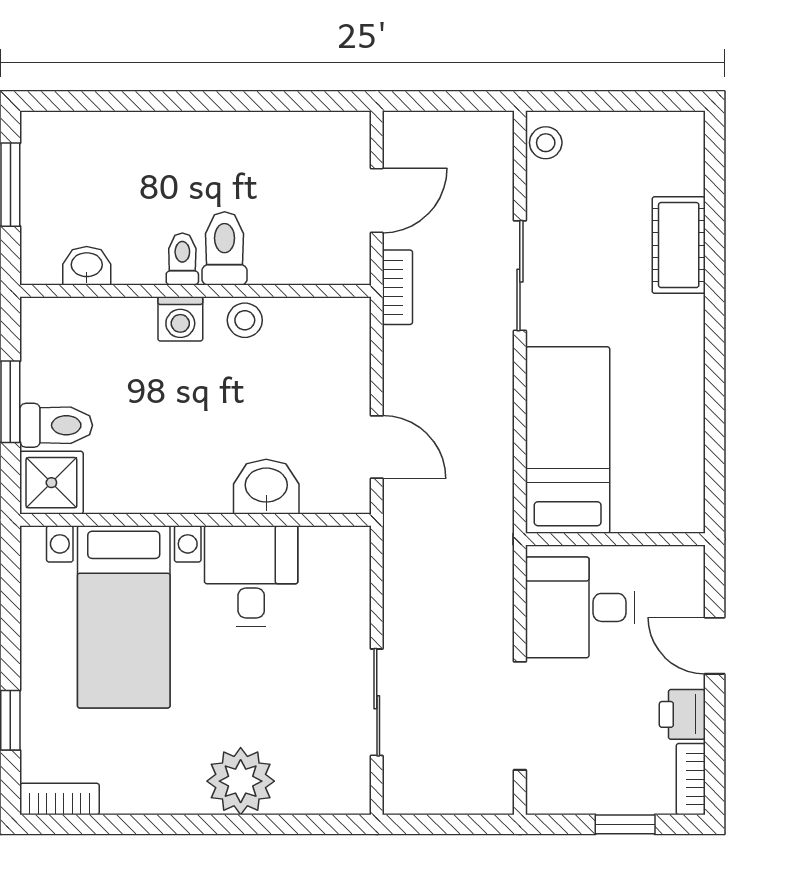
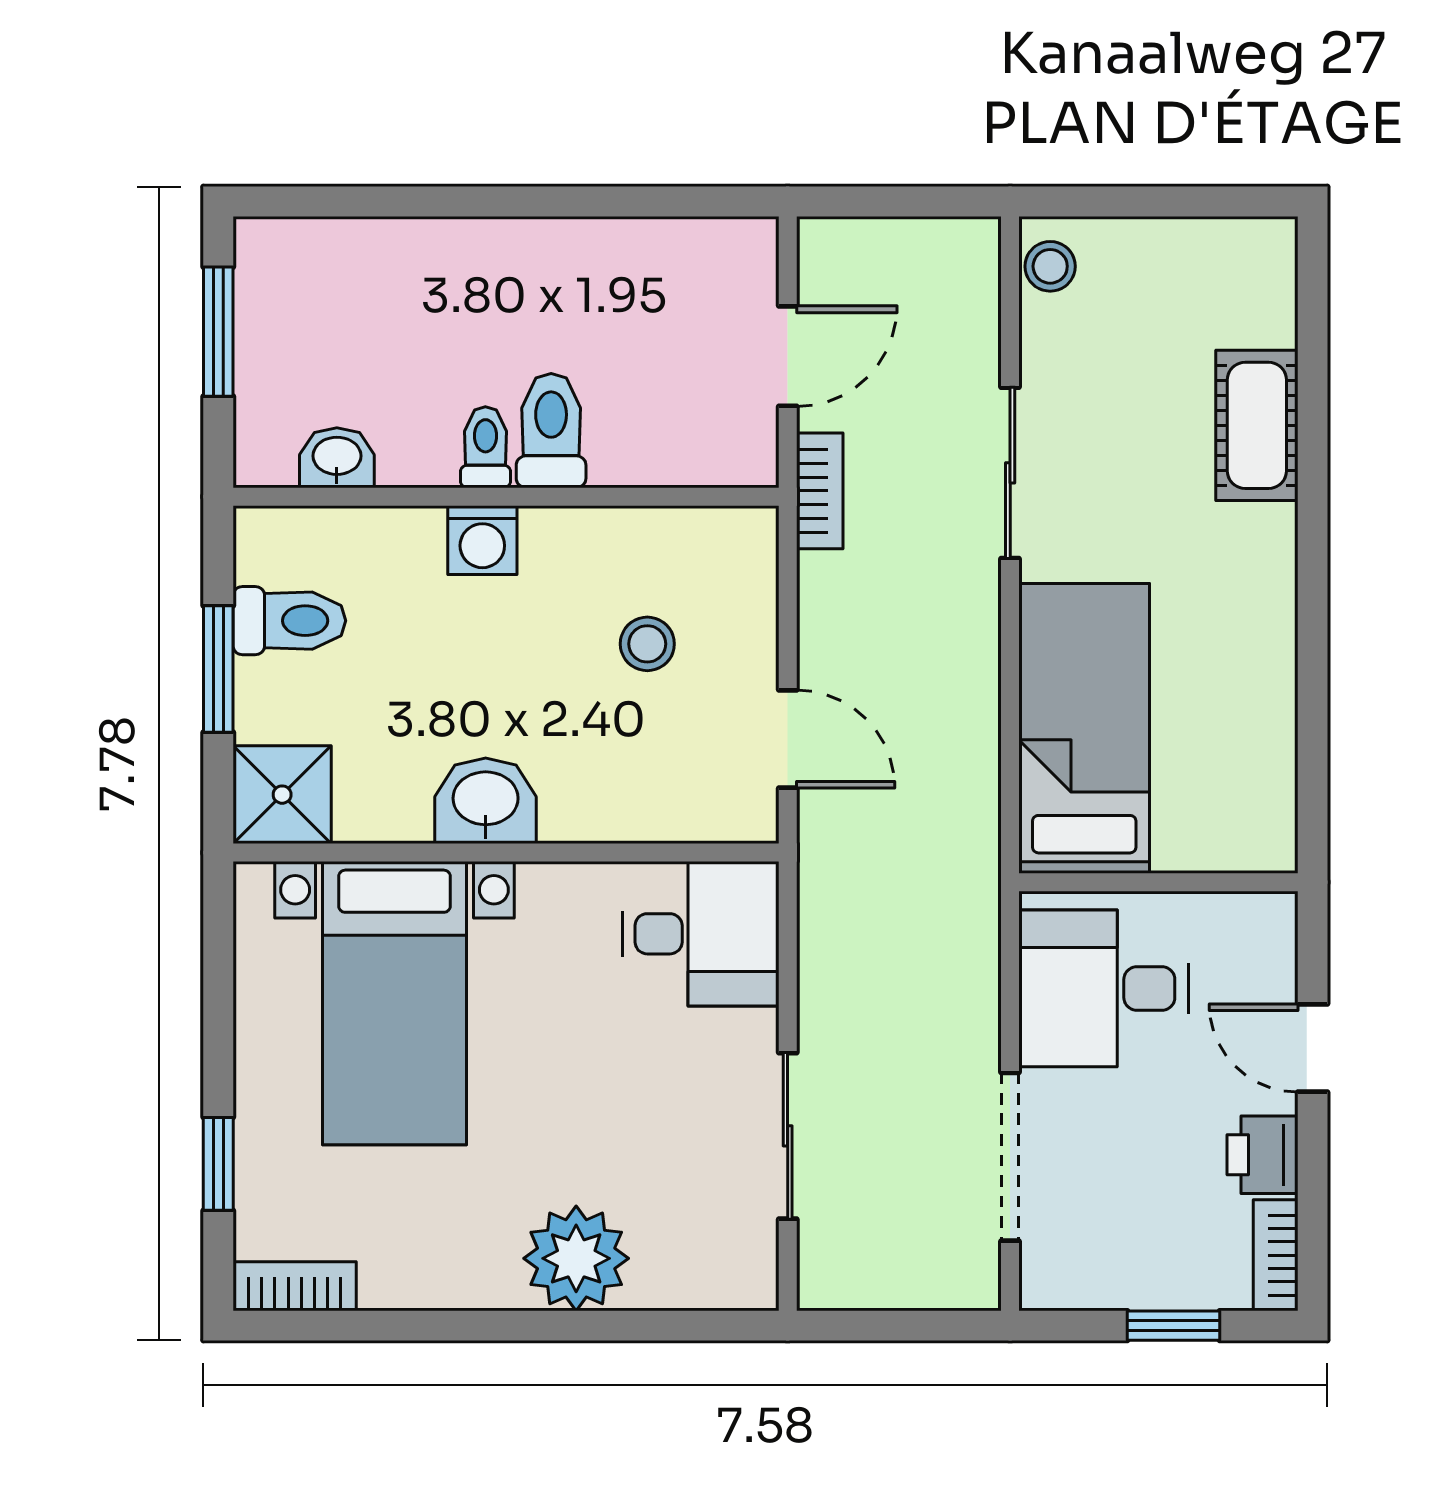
stool: (245, 320) -> (647, 644), moved
toilet: (56, 425) -> (289, 621), moved
washbasin: (266, 487) -> (486, 801), moved
desk: (251, 576) -> (701, 934), moved, turned 90

